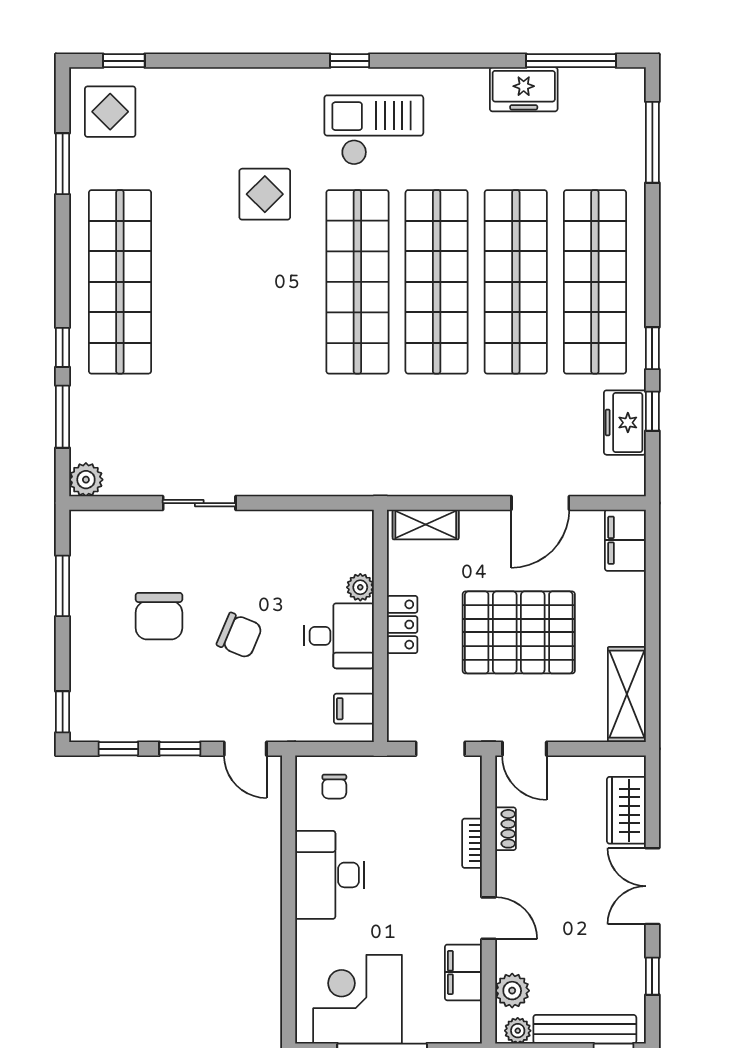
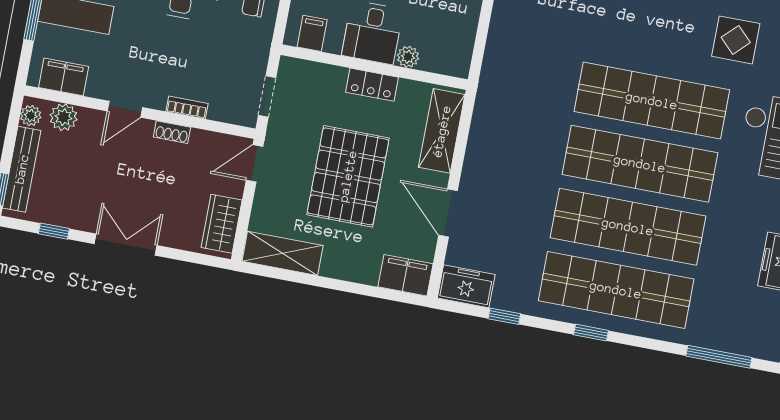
window: (652, 348) -> (591, 333), moved
freezer: (625, 423) -> (466, 286), moved
shelving: (426, 524) -> (442, 131), width x1.50, depth x1.33
wardrobe: (626, 810) -> (222, 224), moved, turned -90
shoe rack: (505, 829) -> (172, 132), moved
filing cabinet: (463, 972) -> (64, 77), moved

